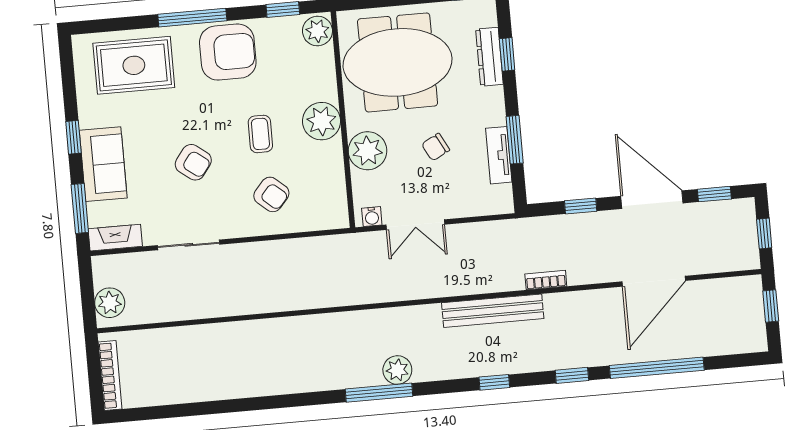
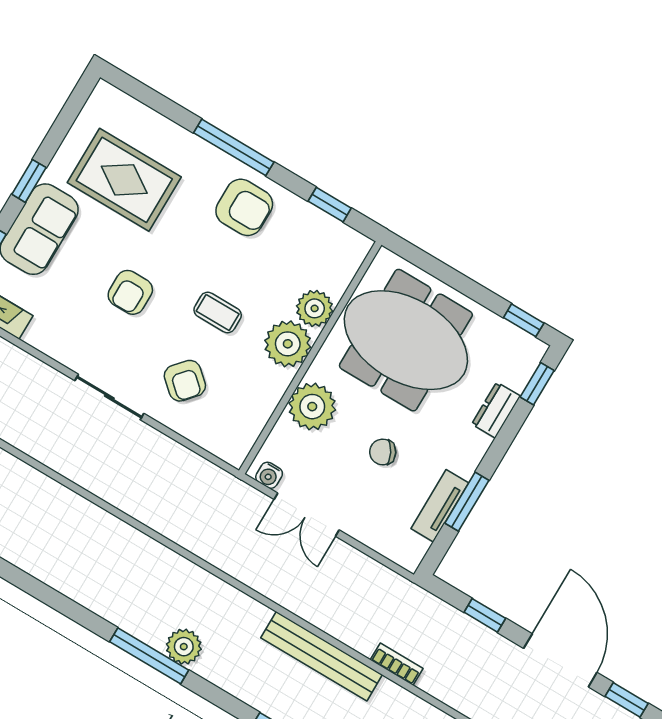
plant: (317, 31) -> (315, 308), moved
armchair: (228, 52) -> (244, 207), width x0.73, depth x0.73
window: (507, 54) -> (537, 384), moved
dresser: (489, 57) -> (496, 410), width x0.70
rug: (134, 65) -> (124, 180), moved
coffee table: (260, 134) -> (218, 312), turned 90
armchair: (193, 162) -> (130, 292), turned 53
sliding door: (189, 245) -> (109, 397), moved

